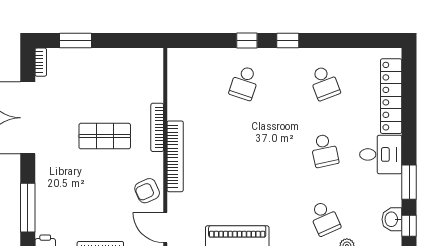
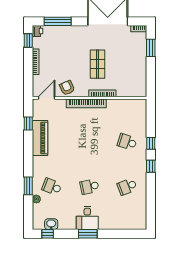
locker: (391, 96) -> (120, 224), removed
window: (409, 182) -> (88, 234), moved
school desk: (324, 218) -> (52, 187), turned 45

